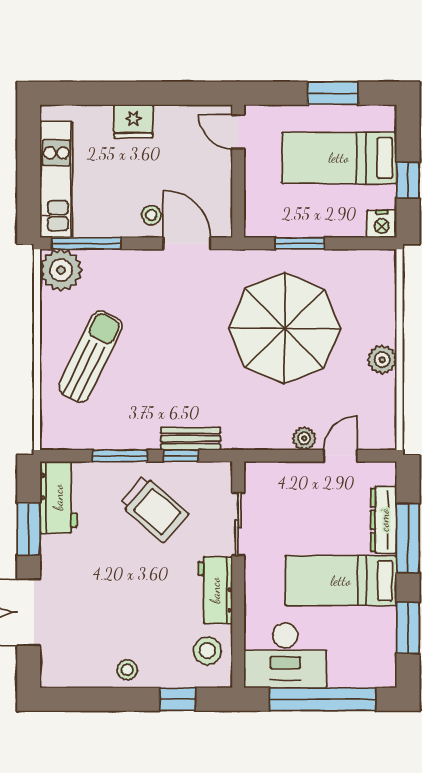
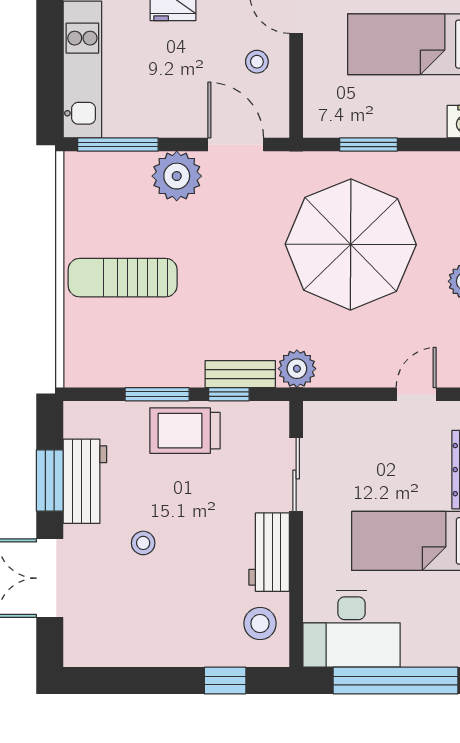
stool: (151, 215) -> (257, 62), moved
plant: (61, 270) -> (177, 176), moved
sun lounger: (91, 357) -> (123, 278), turned -116
plant: (304, 438) -> (297, 369), moved, width x1.38, depth x1.38
workbench: (58, 497) -> (85, 481), moved
trolley: (154, 509) -> (185, 431), moved, turned 139
stool: (127, 670) -> (143, 543), moved

